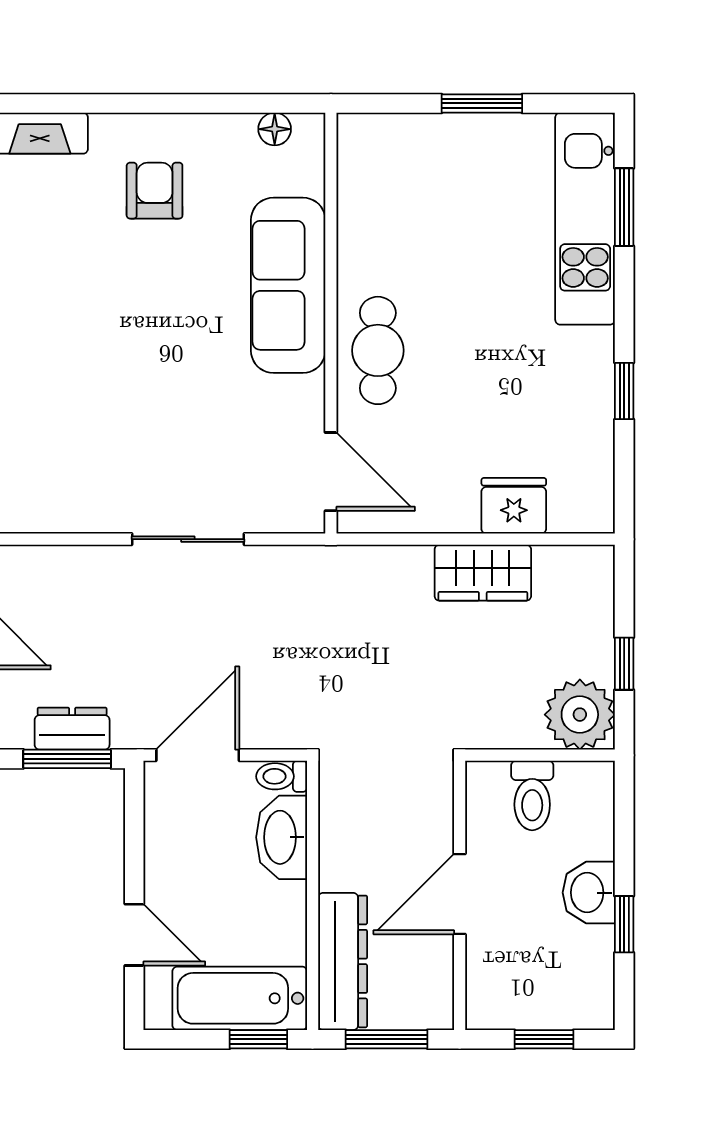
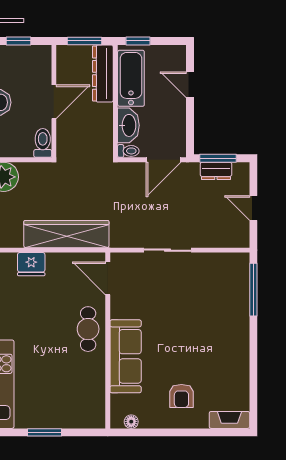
wardrobe: (483, 573) -> (66, 234), width x2.10, depth x1.17
toilet: (532, 795) -> (43, 143), moved
bathtub: (240, 998) -> (131, 78), moved, turned -90

